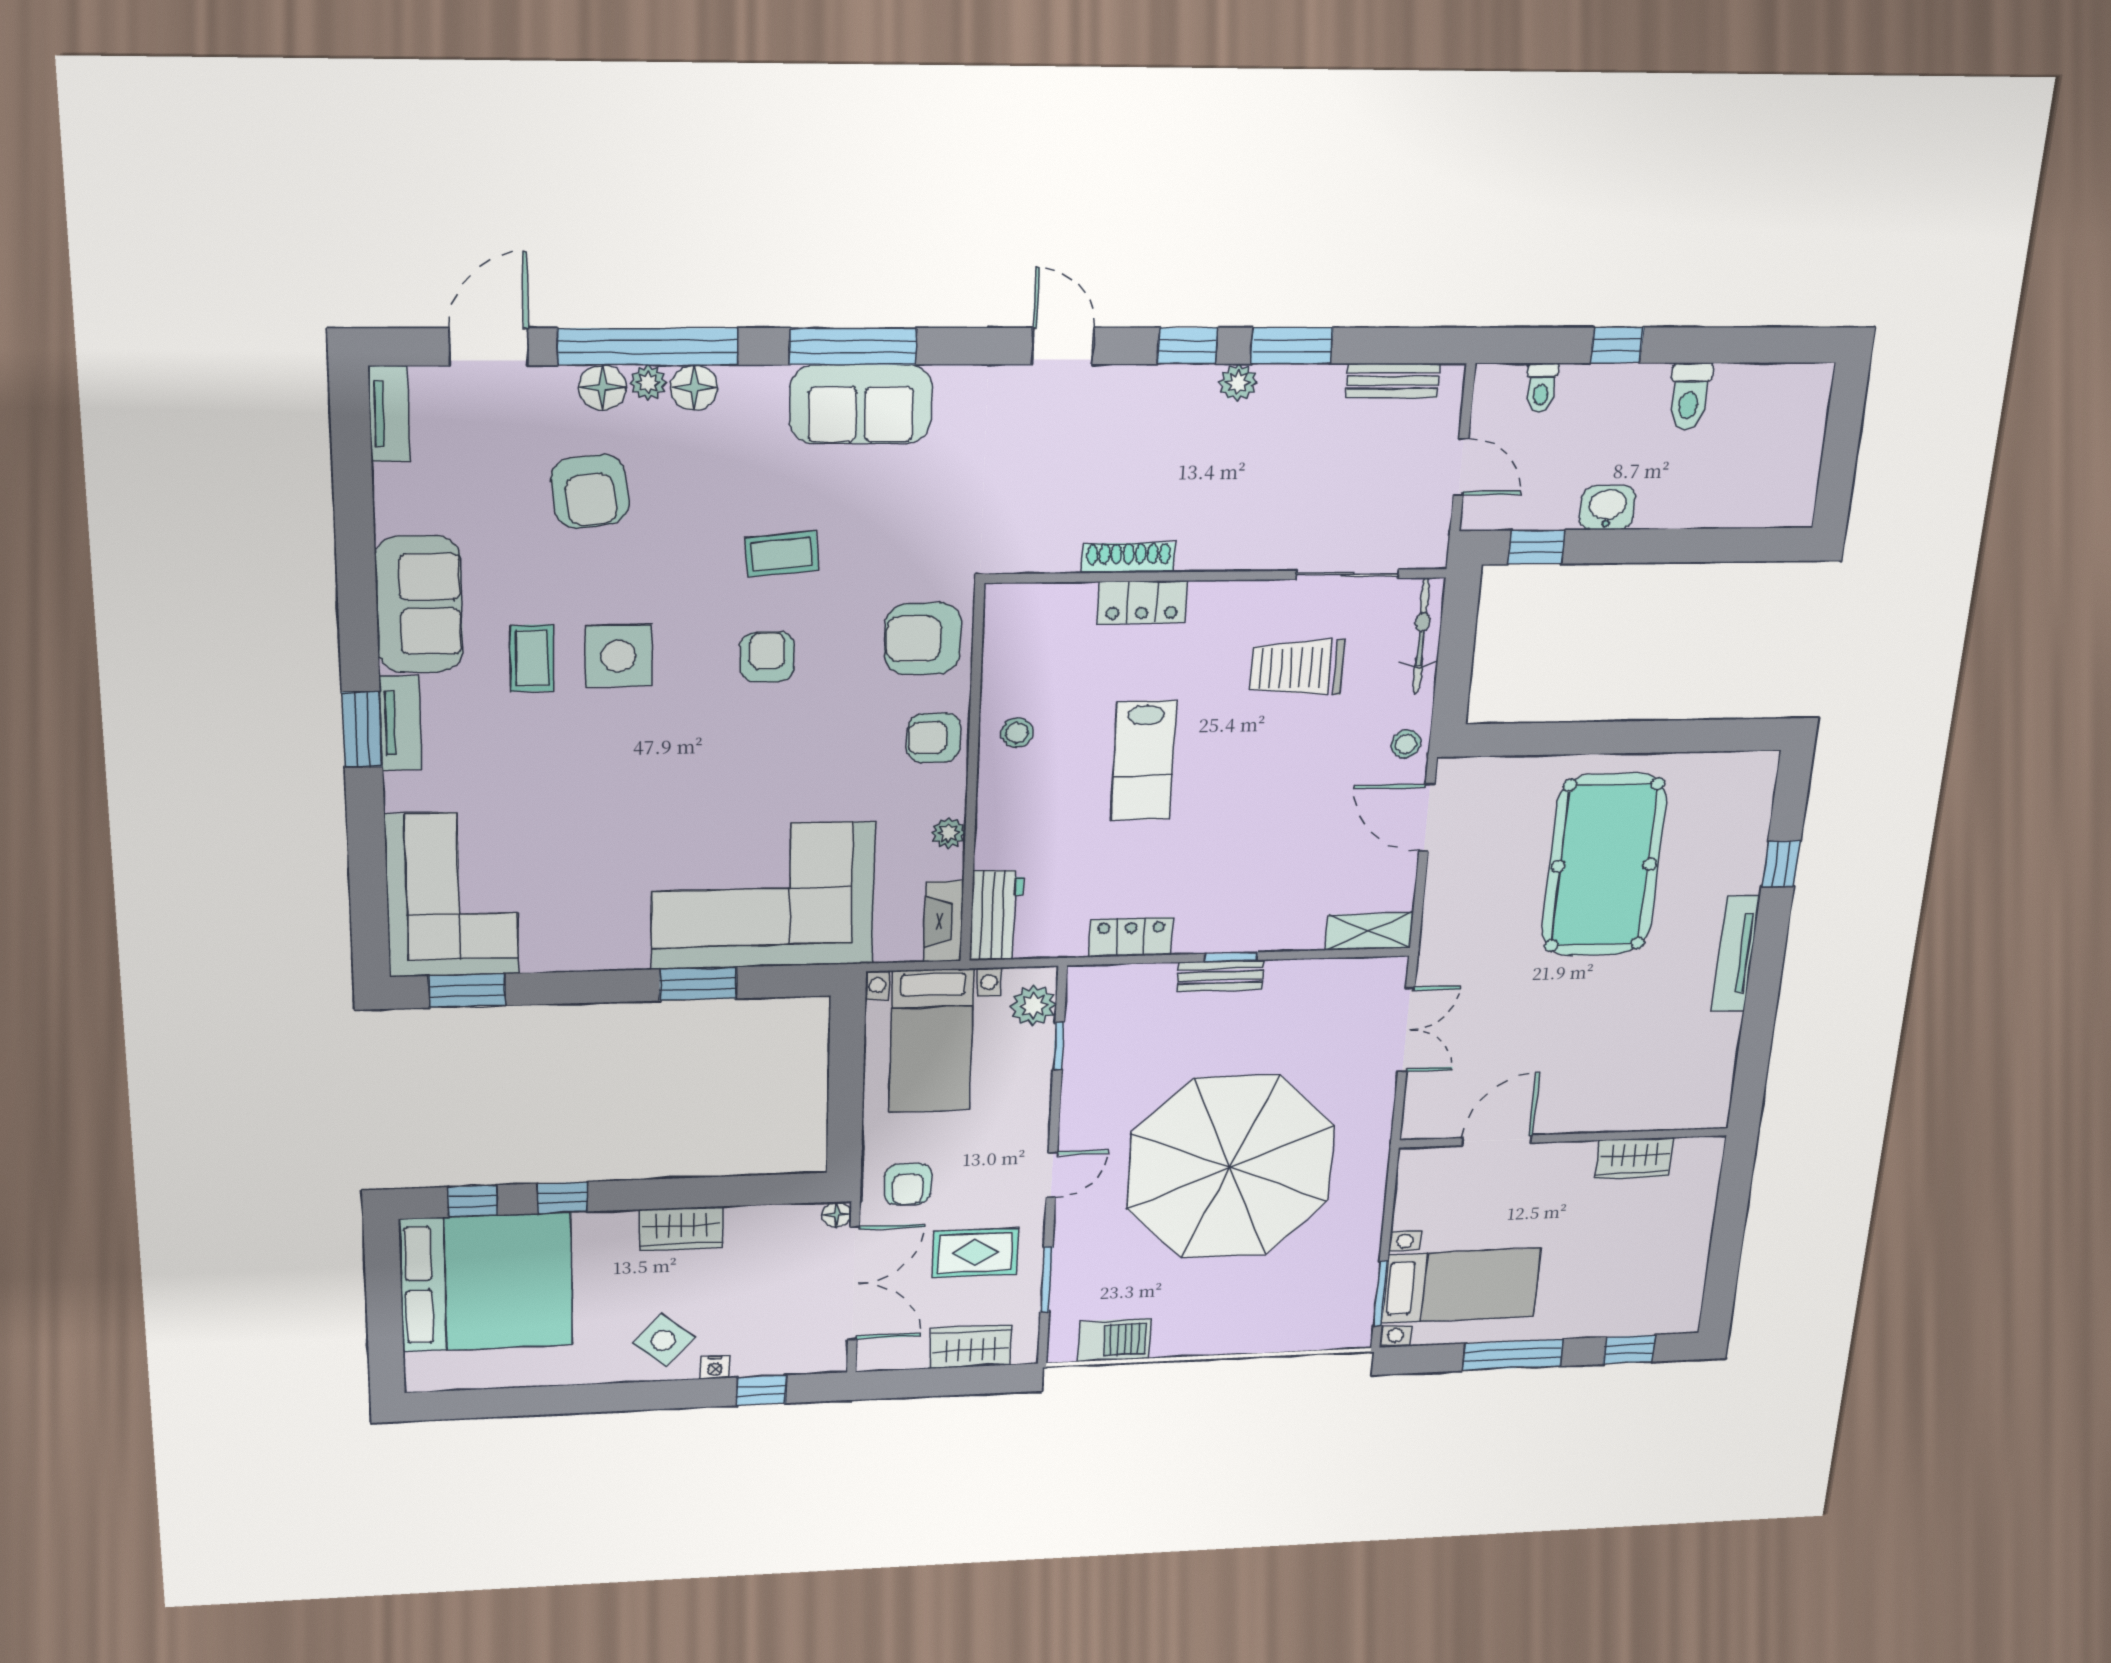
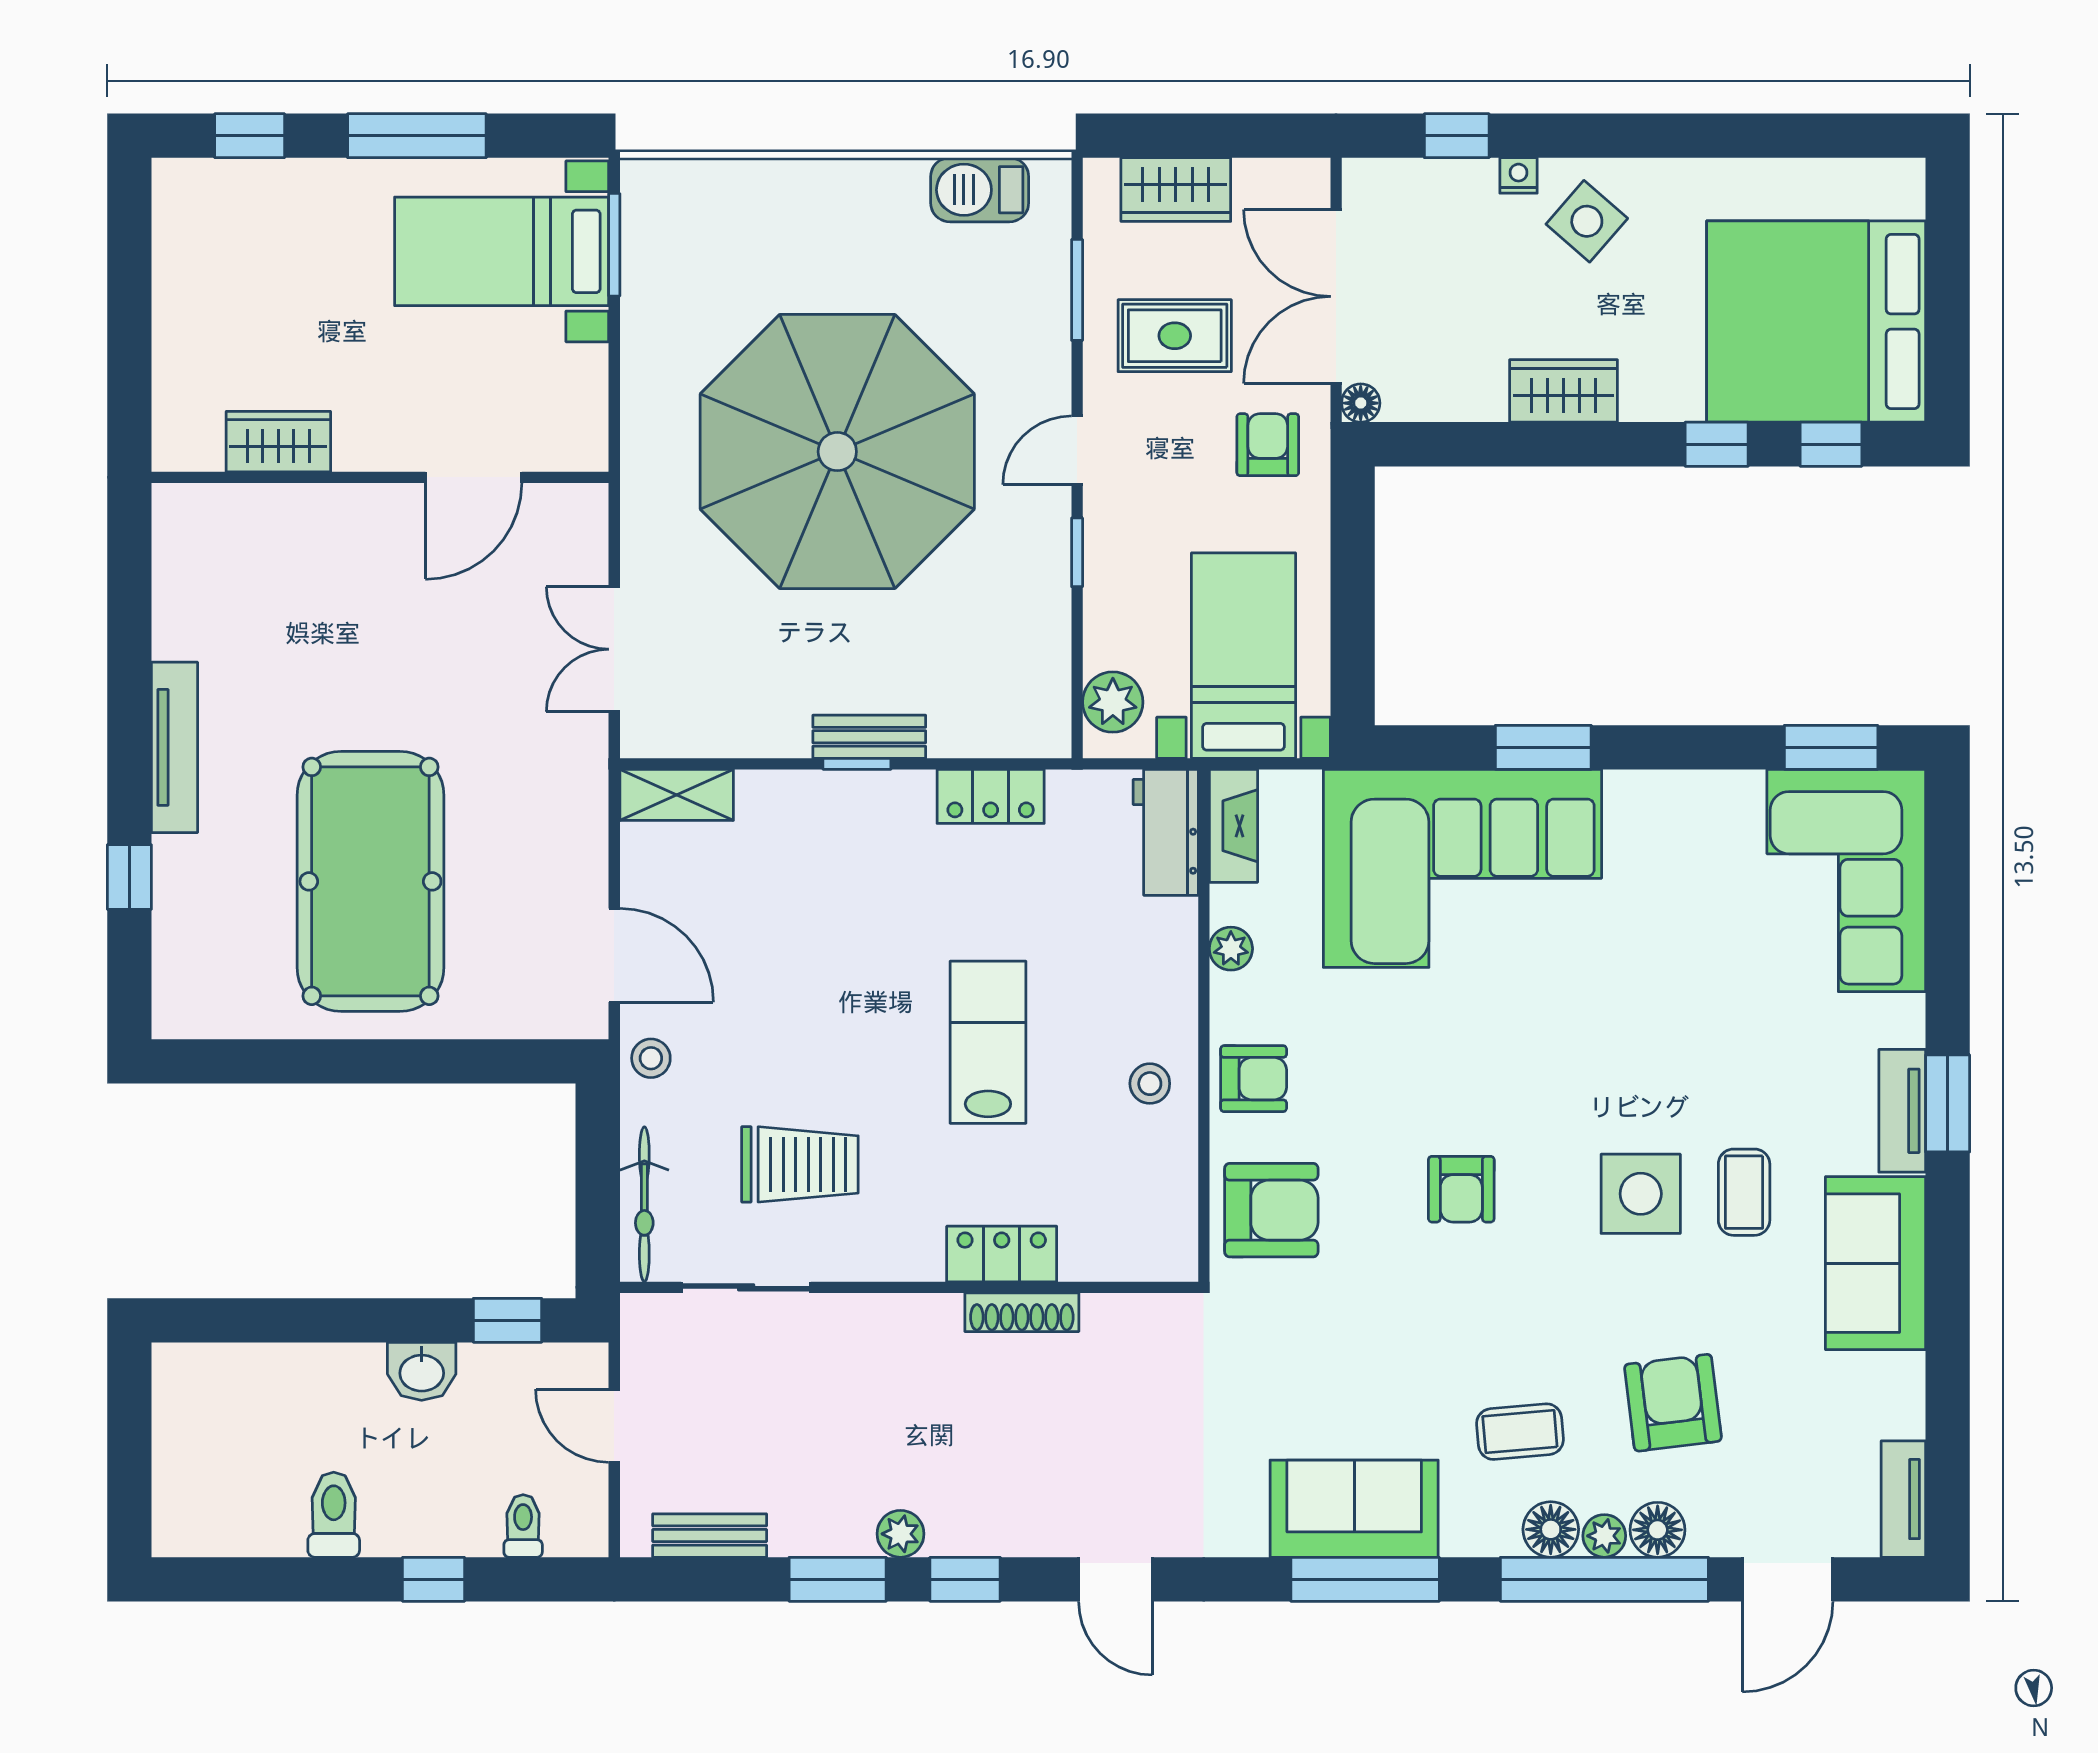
coffee table: (782, 554) -> (1520, 1432), moved
window: (1059, 1046) -> (1077, 552), moved

